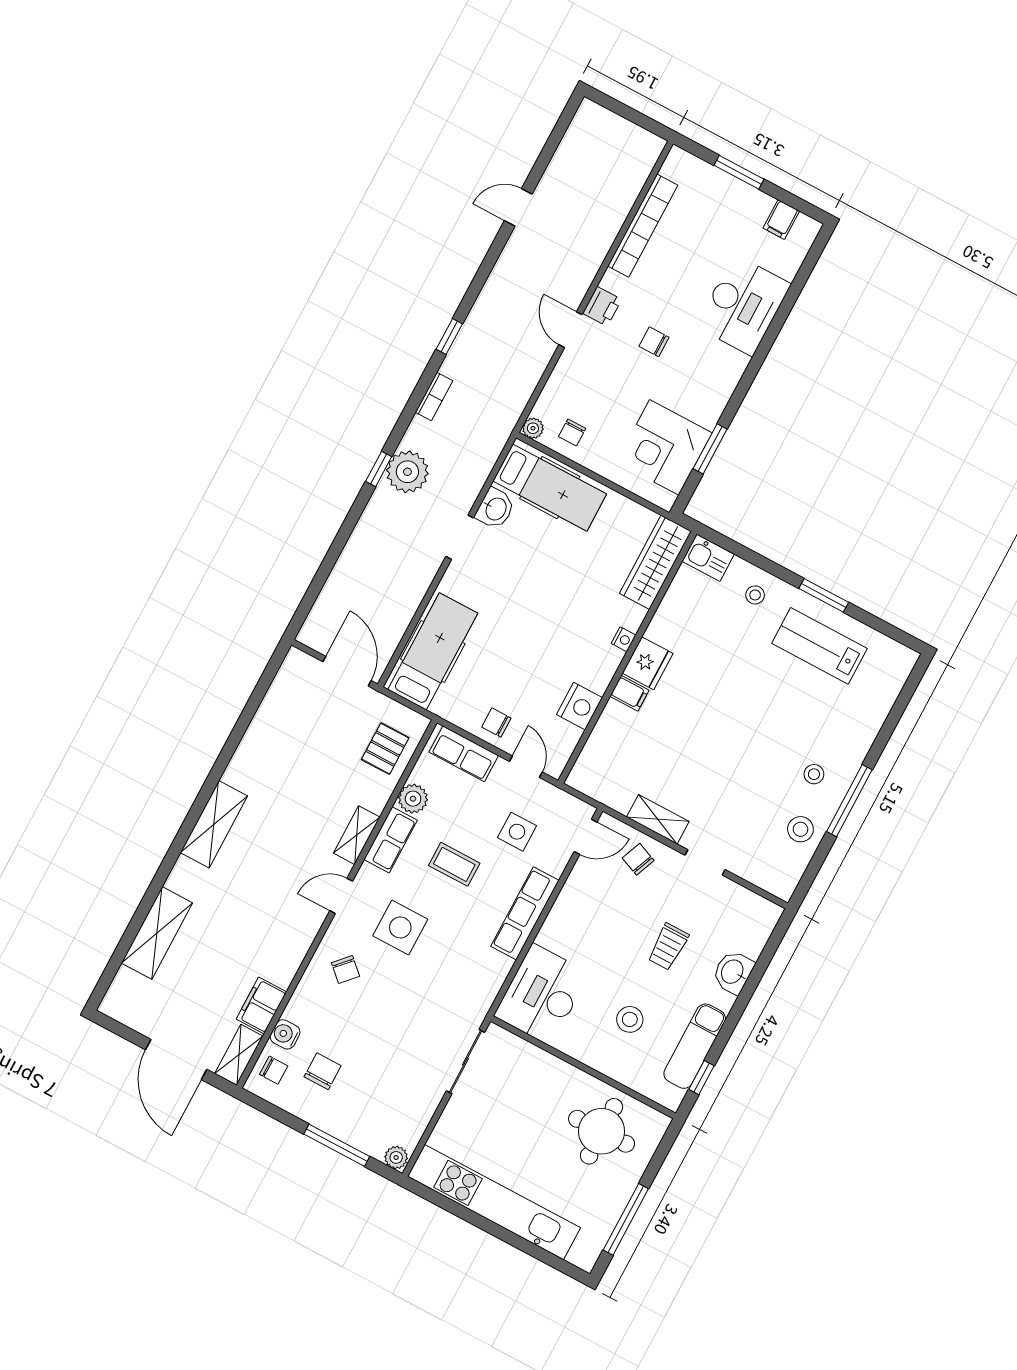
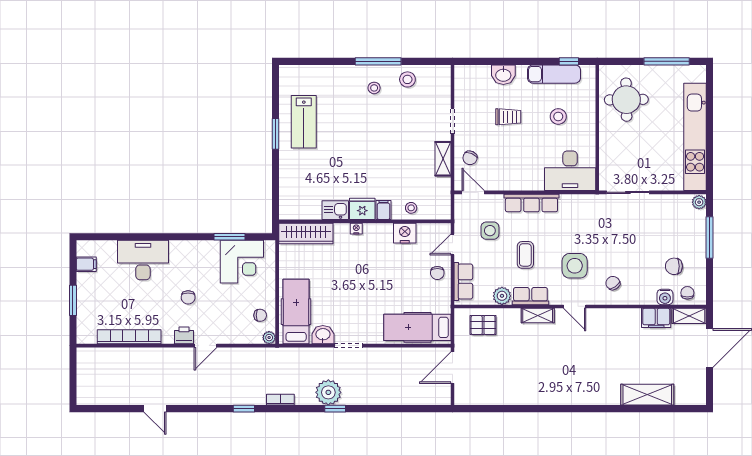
kitchen sink: (708, 558) -> (335, 210), moved, turned -90
stool: (755, 595) -> (411, 208), moved
shelving: (214, 824) -> (573, 395), removed
chair: (346, 970) -> (613, 283), turned -80

